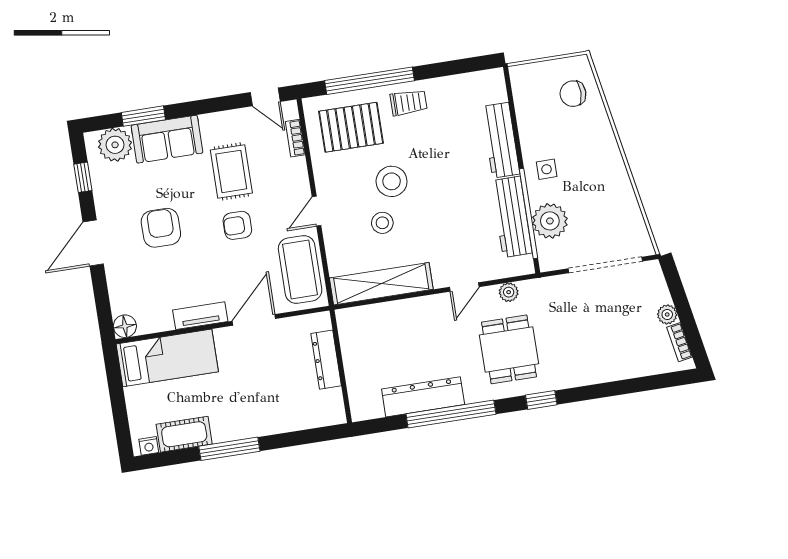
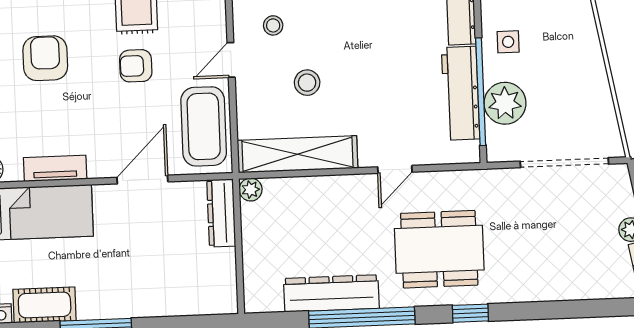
stool: (392, 181) -> (273, 25), moved, width x0.53, depth x0.53
plant: (509, 292) -> (251, 190), moved
tv unit: (200, 316) -> (55, 168), moved
dining table: (509, 349) -> (439, 249), width x1.38
dresser: (326, 360) -> (221, 213), moved

